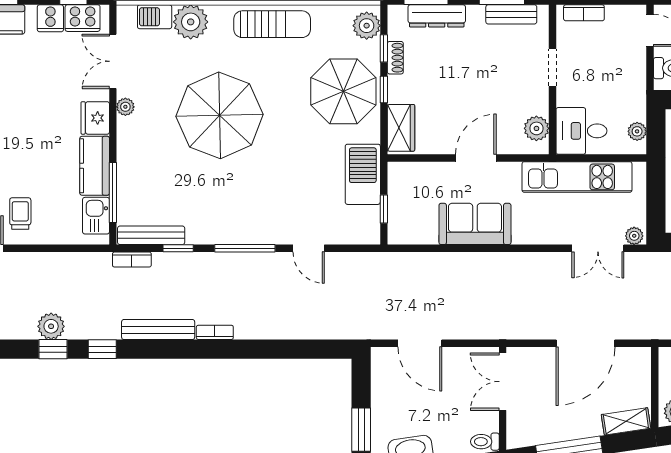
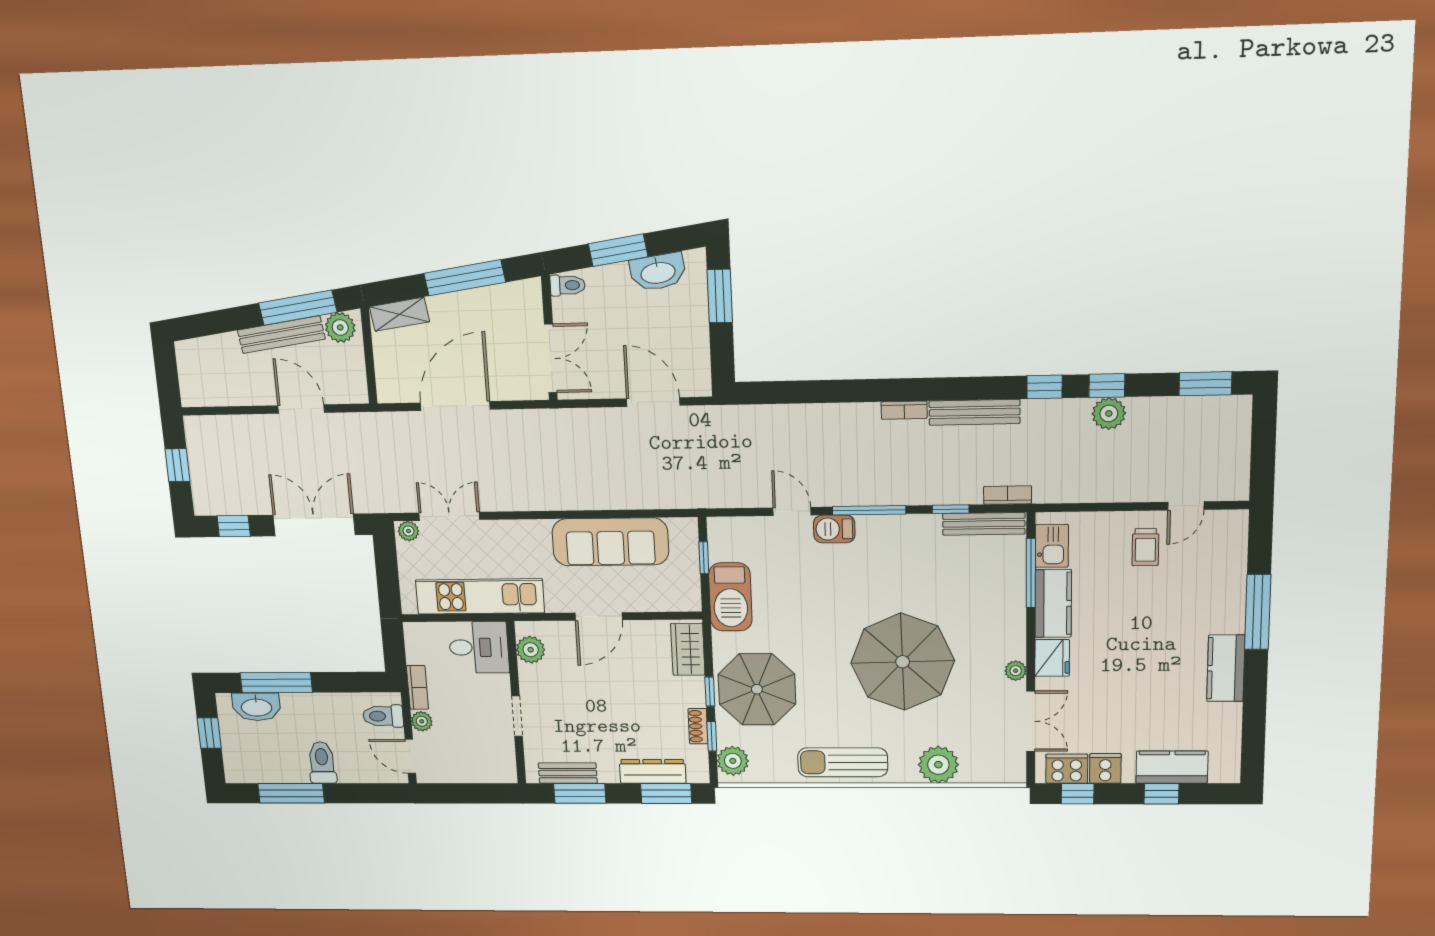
bookcase: (584, 13) -> (417, 687), moved, turned 90
barbecue: (155, 17) -> (834, 529), moved, turned 180
plant: (637, 131) -> (422, 721), moved
sofa: (475, 224) -> (610, 542), width x1.36

